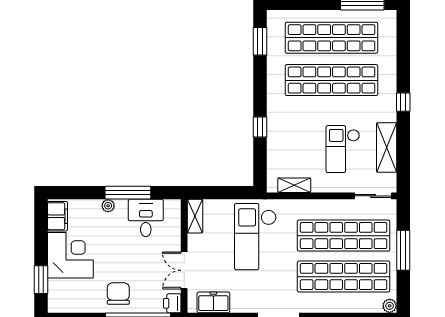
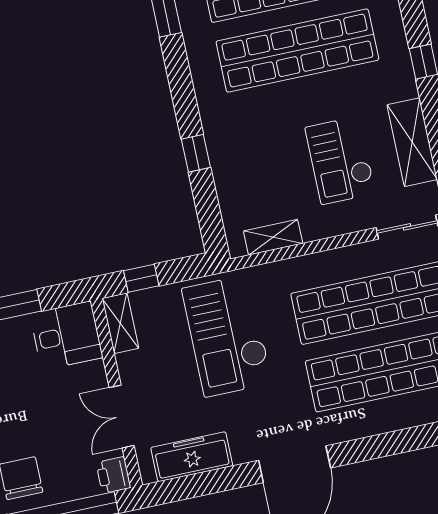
window: (213, 193) -> (141, 278), added
desk: (146, 218) -> (66, 336), moved, turned 90
freezer: (213, 302) -> (192, 457), width x1.40

